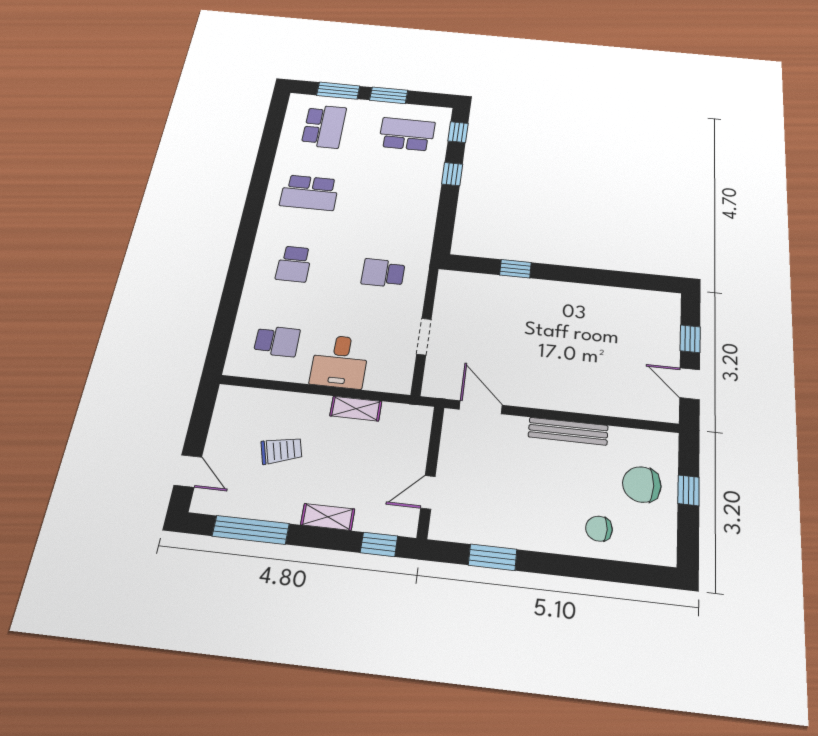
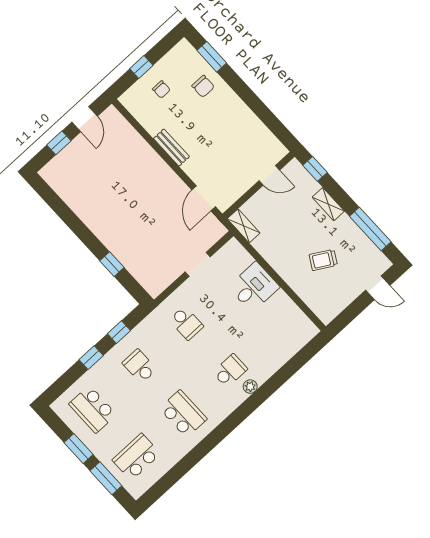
window: (458, 132) -> (119, 332), moved
plant: (258, 265) -> (250, 387), added
school desk: (277, 341) -> (139, 366), moved
shelving: (356, 409) -> (244, 226), moved
bench: (568, 431) -> (171, 148), width x0.73
trolley: (281, 450) -> (323, 260), turned -45
door: (188, 471) -> (378, 288), swing flipped
chair: (642, 484) -> (161, 89), width x0.54, depth x0.54
window: (493, 557) -> (212, 57), moved

